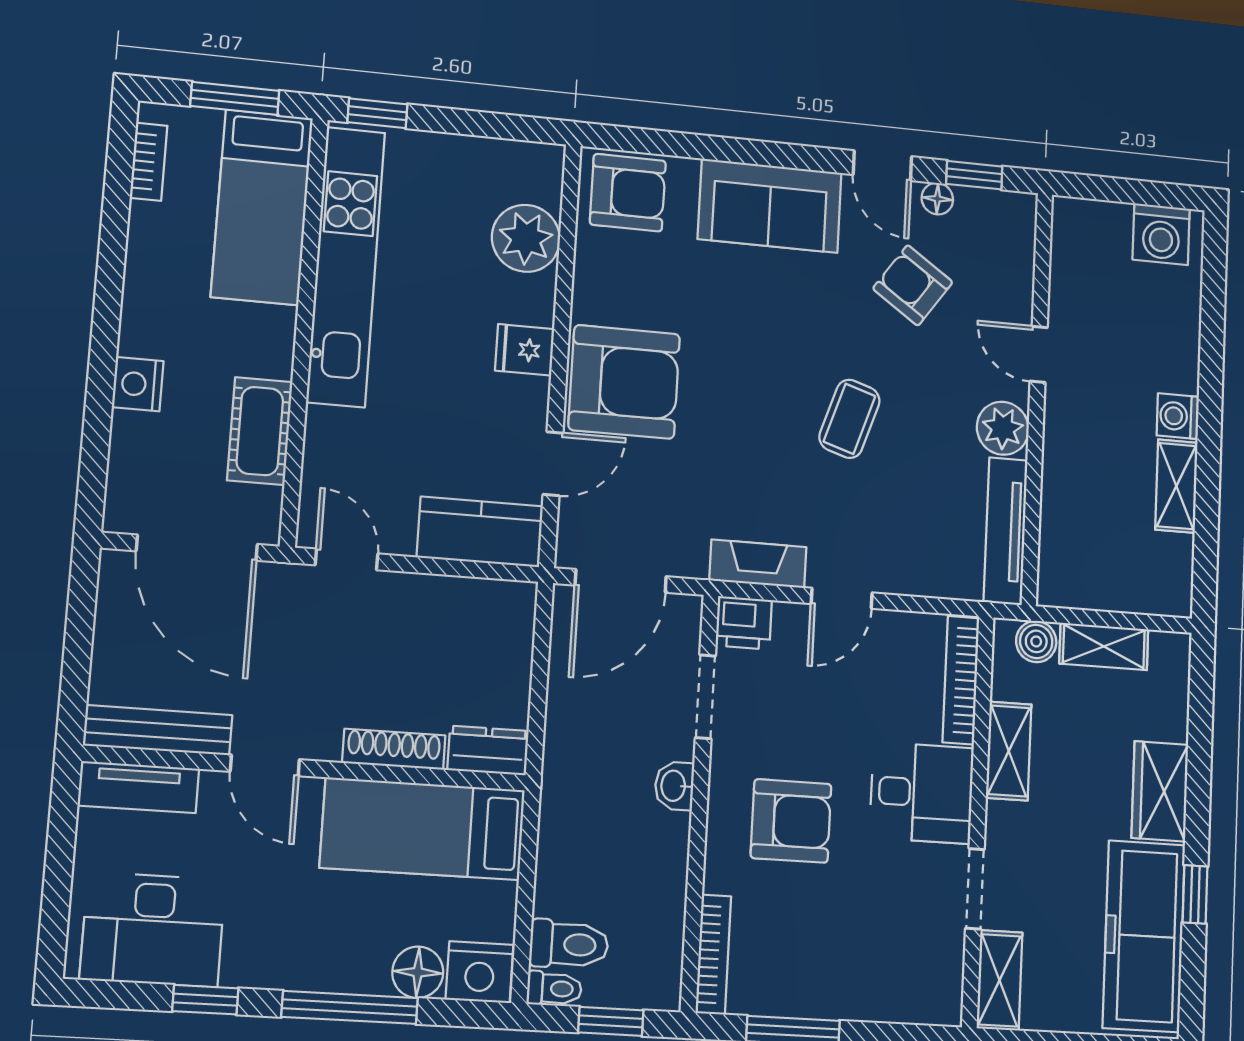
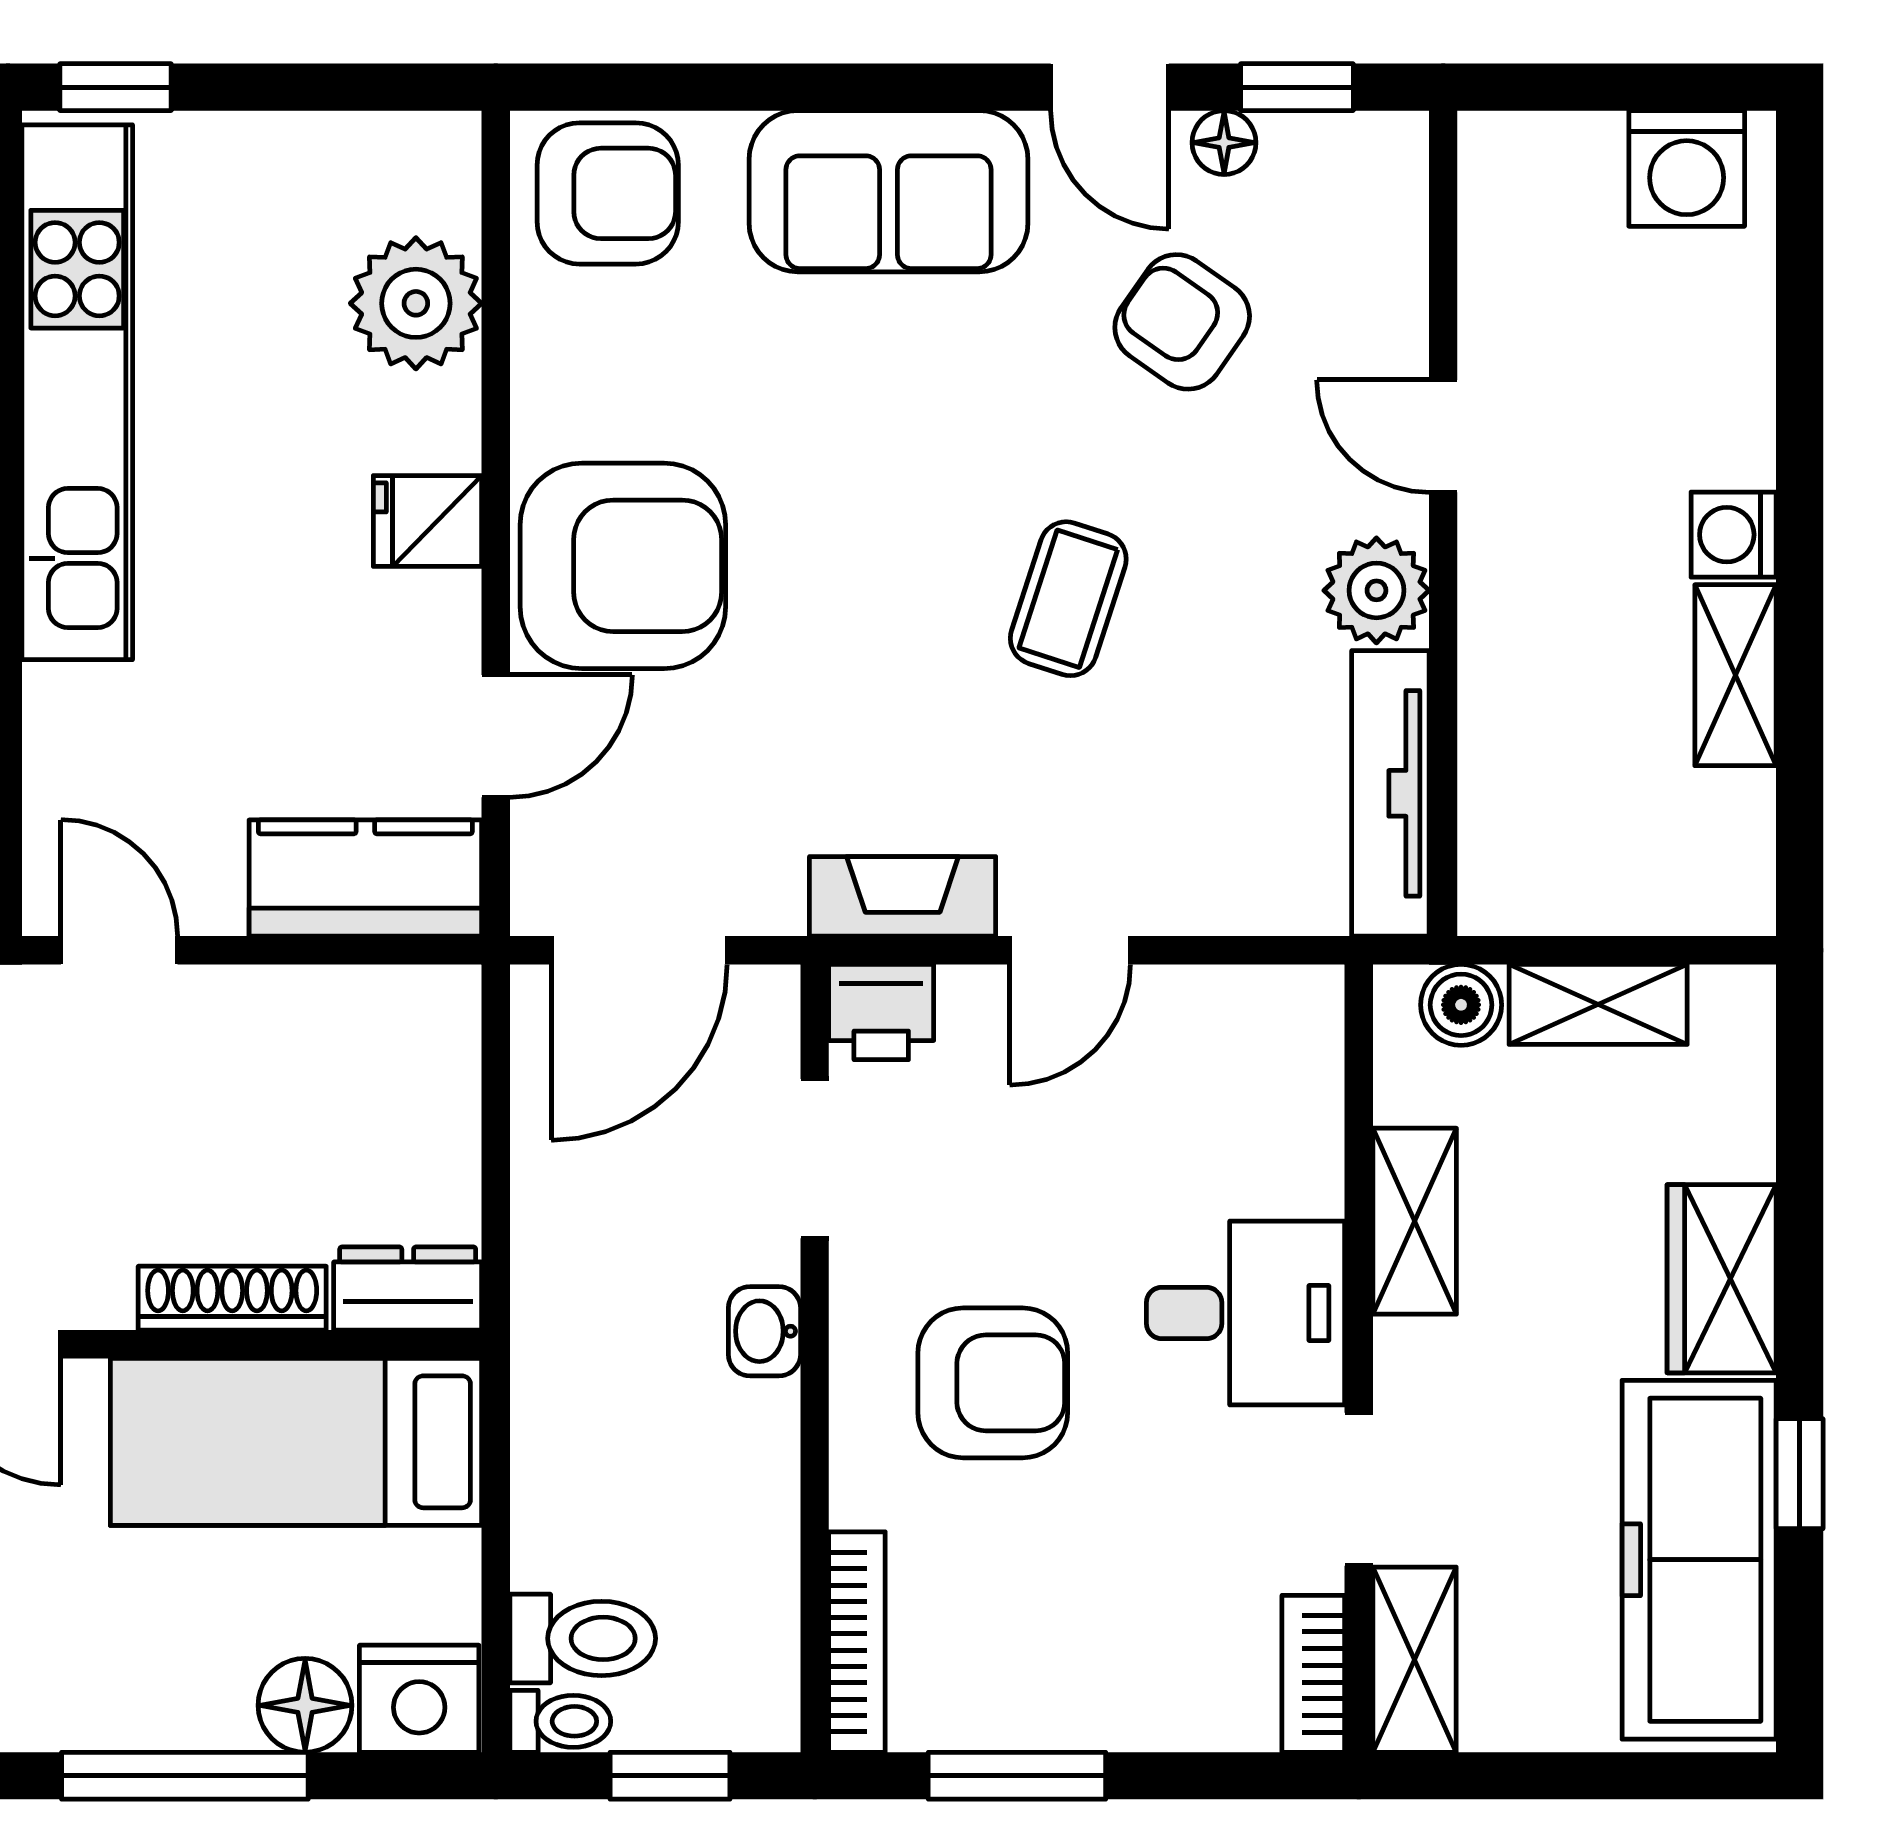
bookcase: (961, 680) -> (1313, 1674), moved, width x0.64

